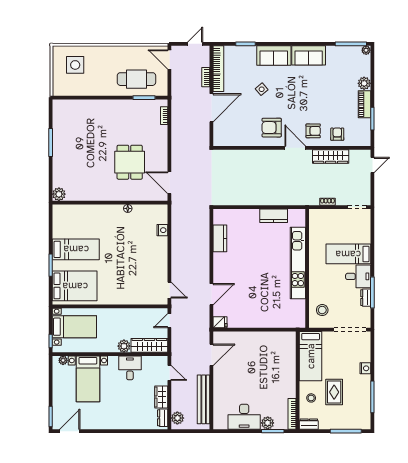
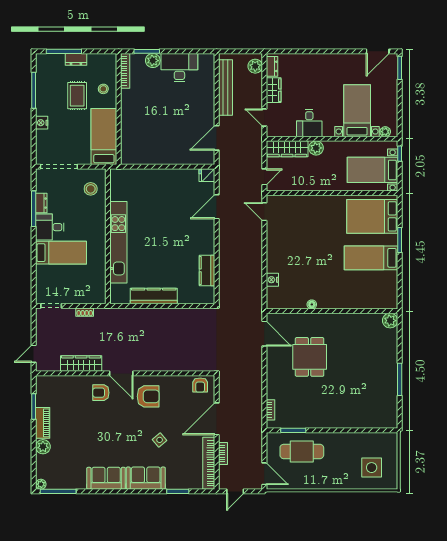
armchair: (337, 134) -> (200, 385), moved
kitchen counter: (274, 216) -> (154, 296), width x1.50
dresser: (309, 424) -> (76, 59), moved

